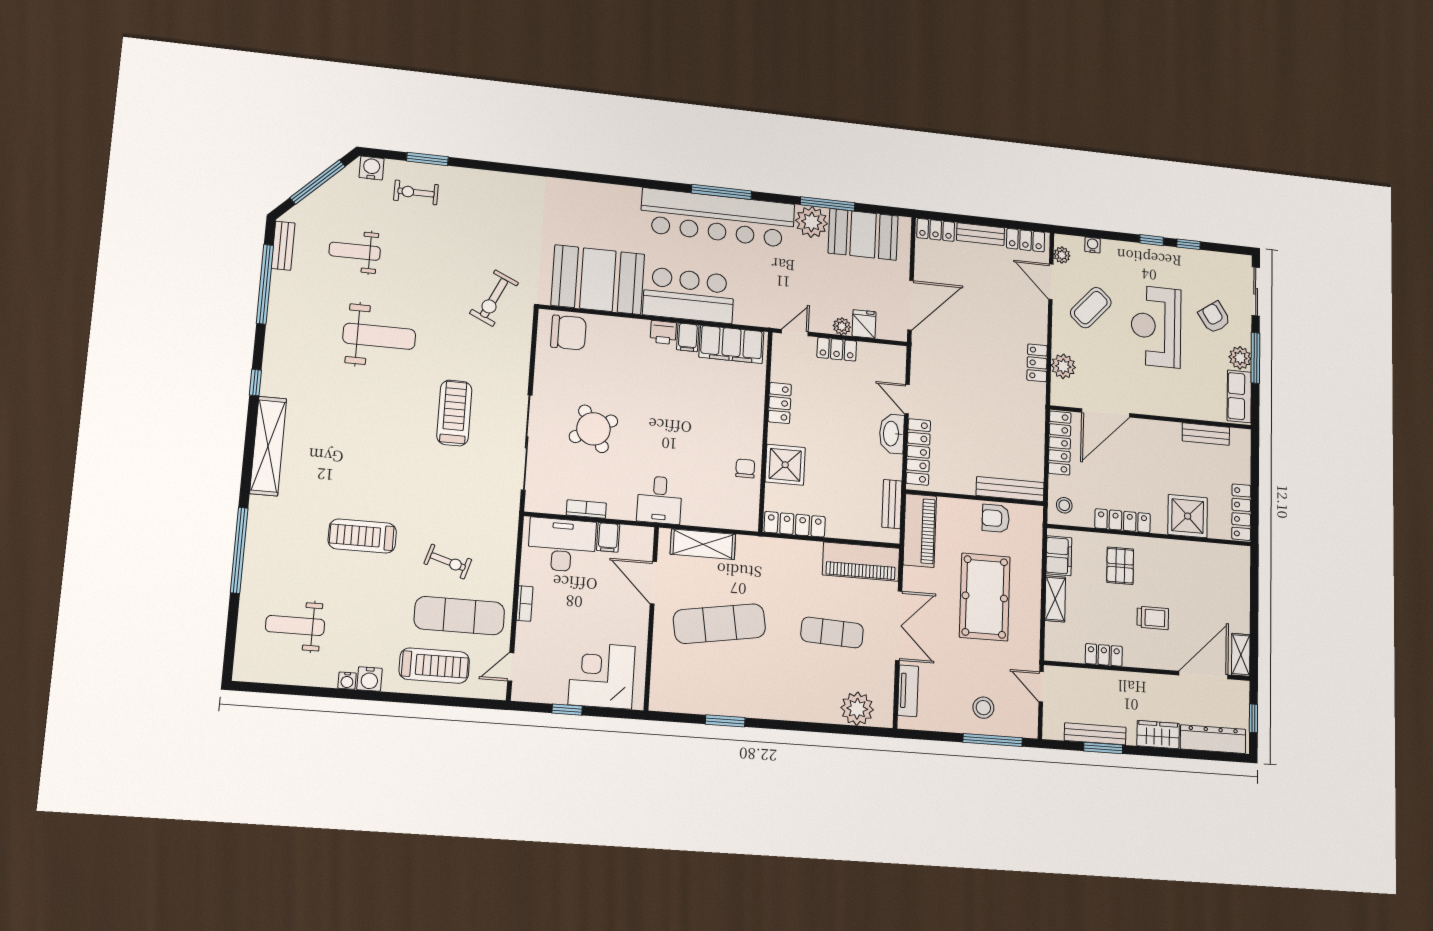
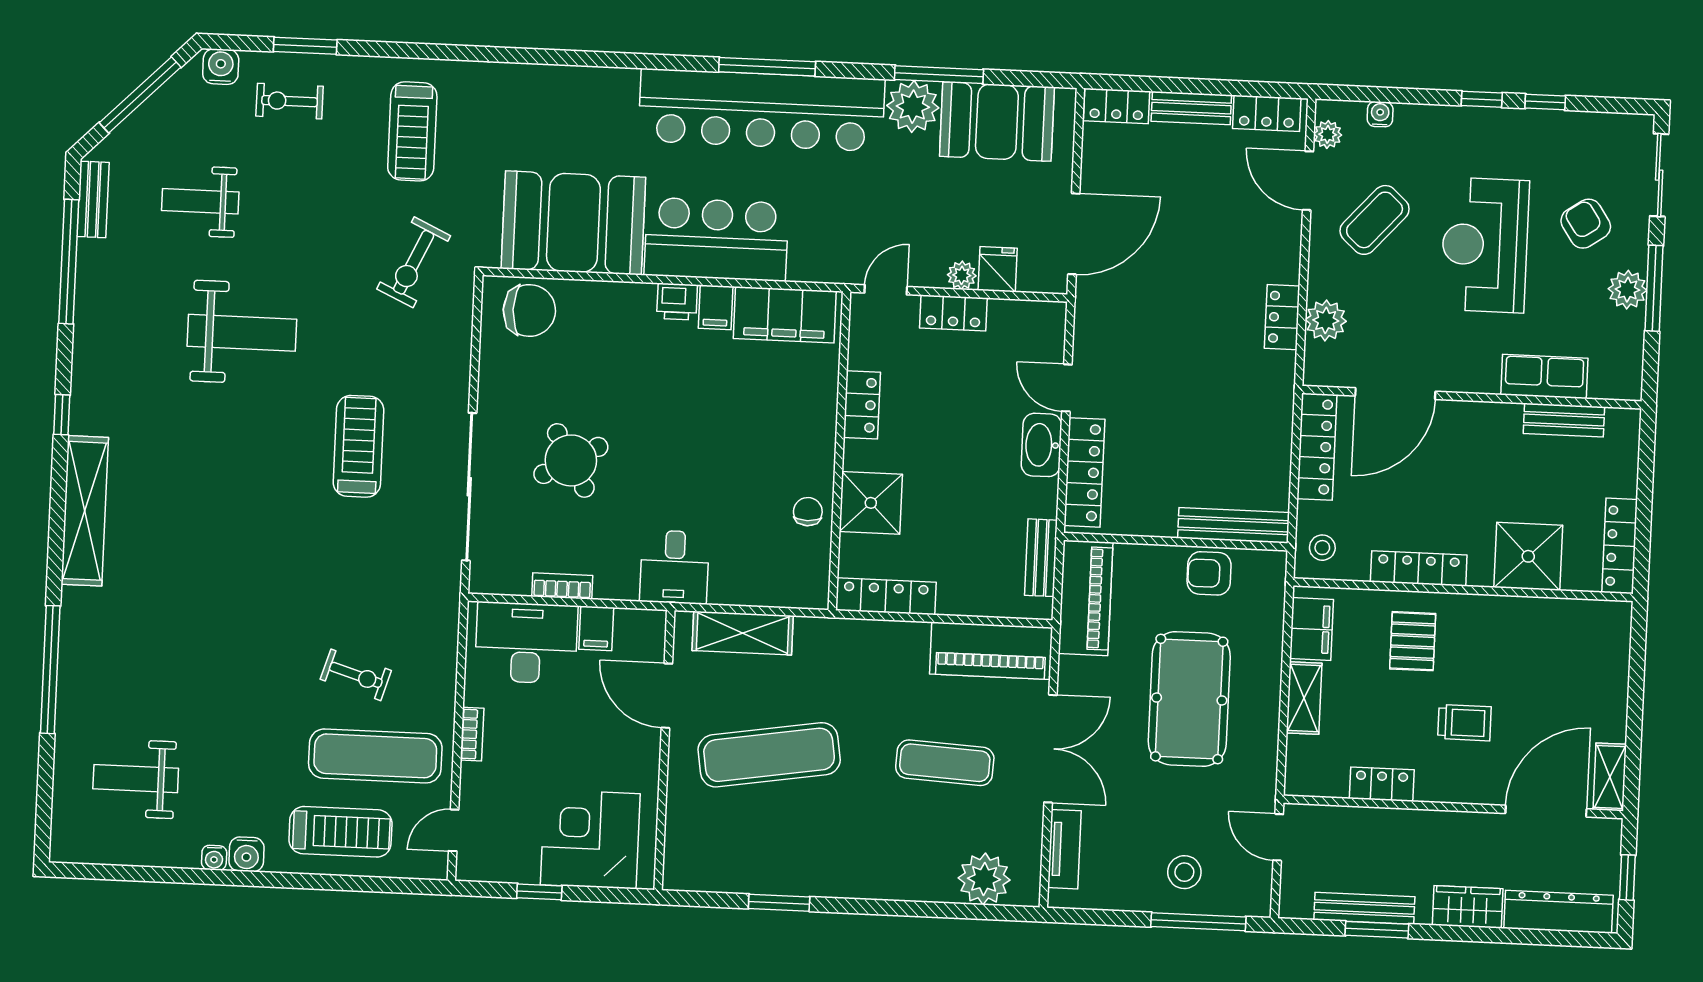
row of seats: (1239, 396) -> (1544, 376), moved, turned 90
treadmill: (362, 536) -> (412, 131), moved, turned -90

